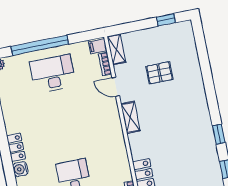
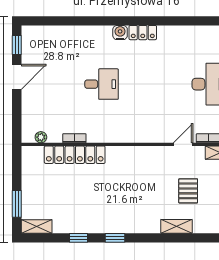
shelving: (130, 117) -> (176, 226), moved

